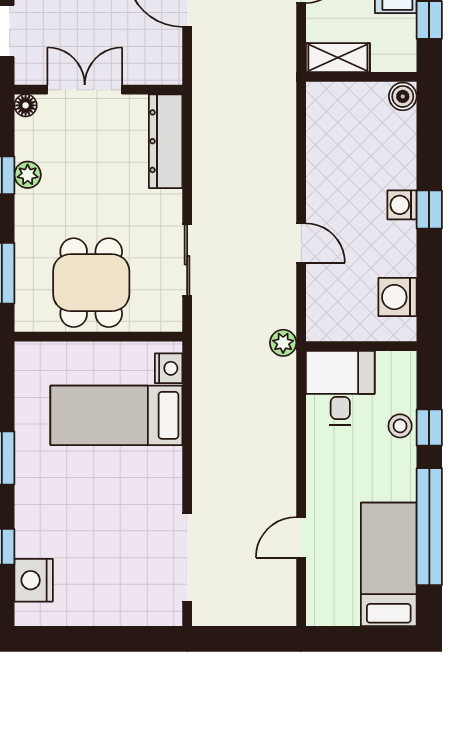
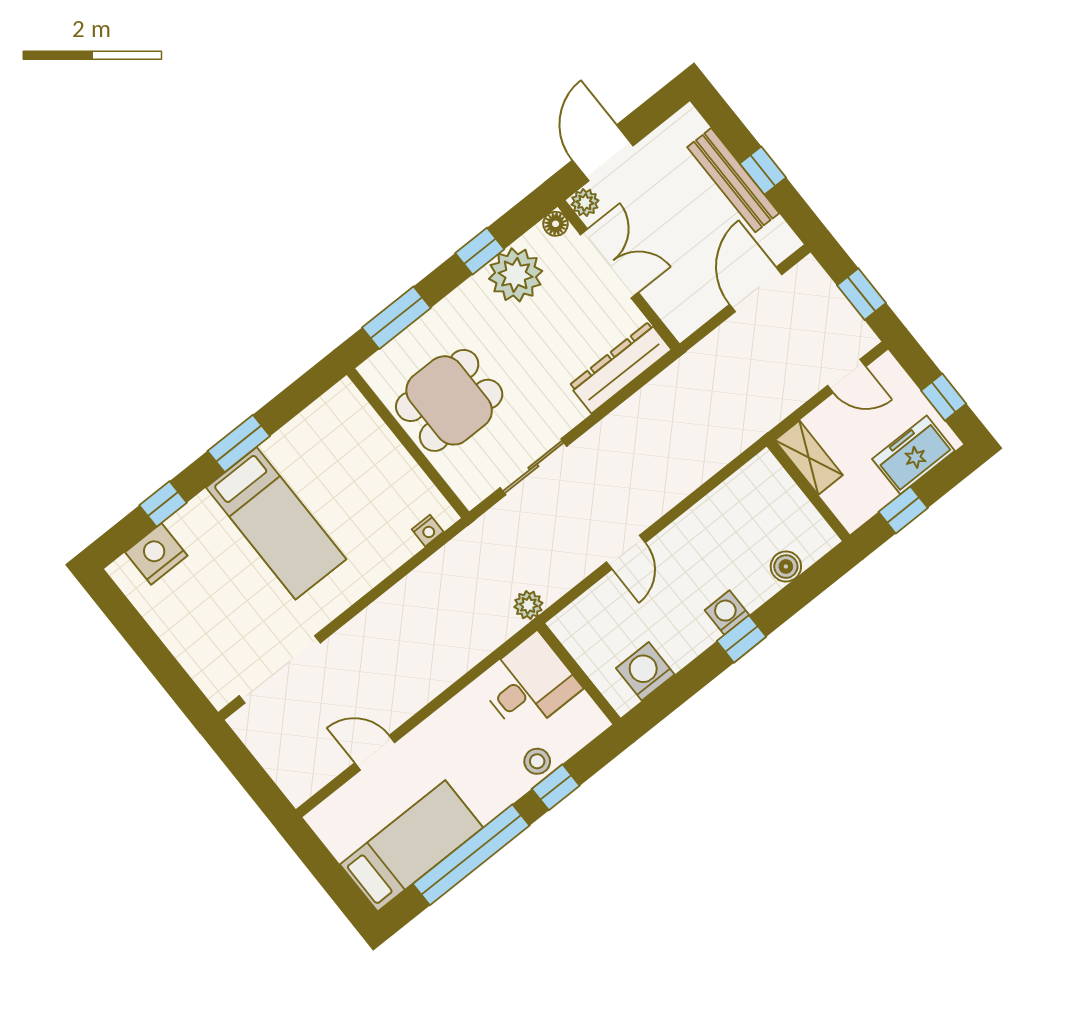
plant: (27, 72) -> (585, 202), added
boiler: (403, 96) -> (786, 567), moved
plant: (28, 175) -> (516, 275), width x1.88, depth x1.88
nightstand: (169, 368) -> (428, 531), width x0.72, depth x0.74
bed: (116, 415) -> (276, 523), moved, turned 180

